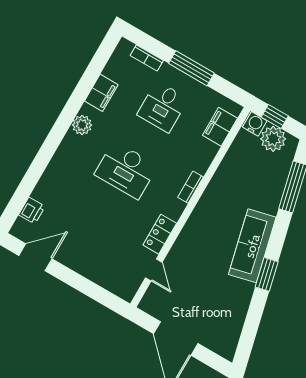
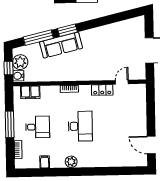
filing cabinet: (101, 93) -> (45, 162), width x0.50
printer: (32, 211) -> (129, 161), removed
sofa: (252, 246) -> (61, 45), moved
window: (267, 274) -> (67, 30), moved

